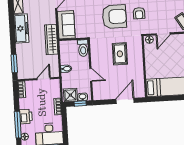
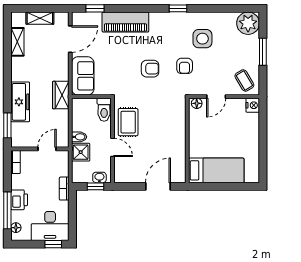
armchair: (114, 17) -> (150, 69), width x0.53, depth x0.53
freezer: (21, 28) -> (20, 102), moved
wardrobe: (51, 39) -> (61, 95), width x0.67
rug: (120, 54) -> (128, 122), moved
shower: (70, 95) -> (81, 152), moved

